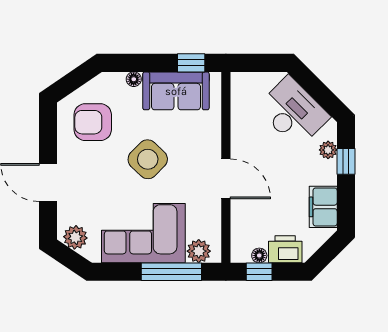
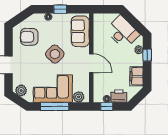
window: (191, 63) -> (60, 9), moved
sofa: (176, 91) -> (80, 31), moved, turned 90
window: (171, 272) -> (55, 107), moved

